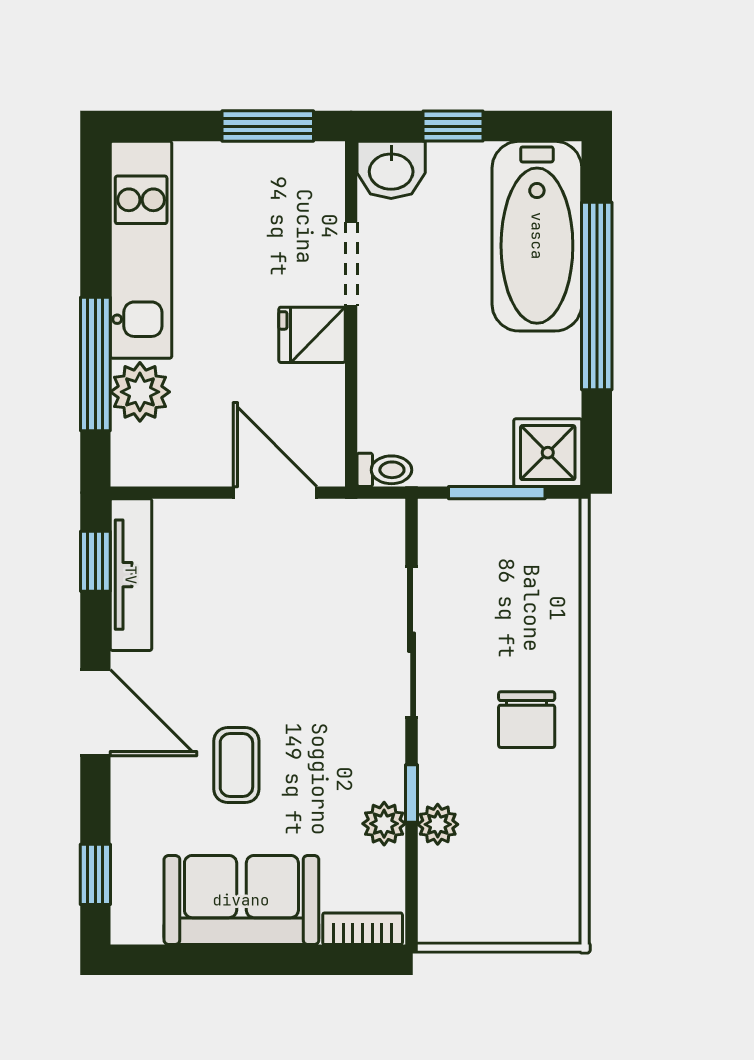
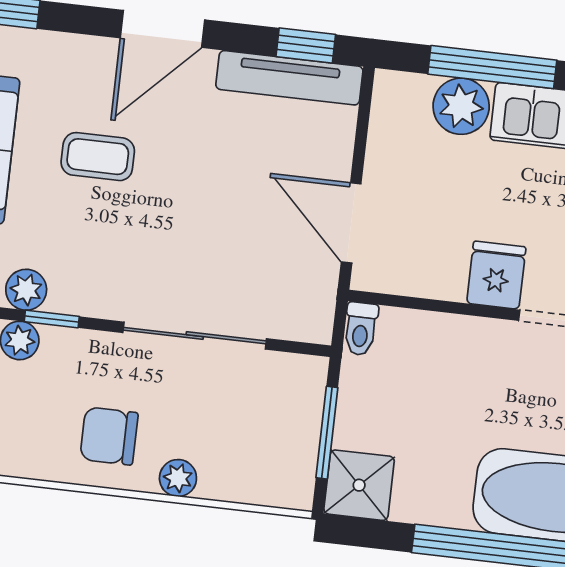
door: (275, 493) -> (351, 223), swing flipped
plant: (562, 643) -> (178, 478), added

